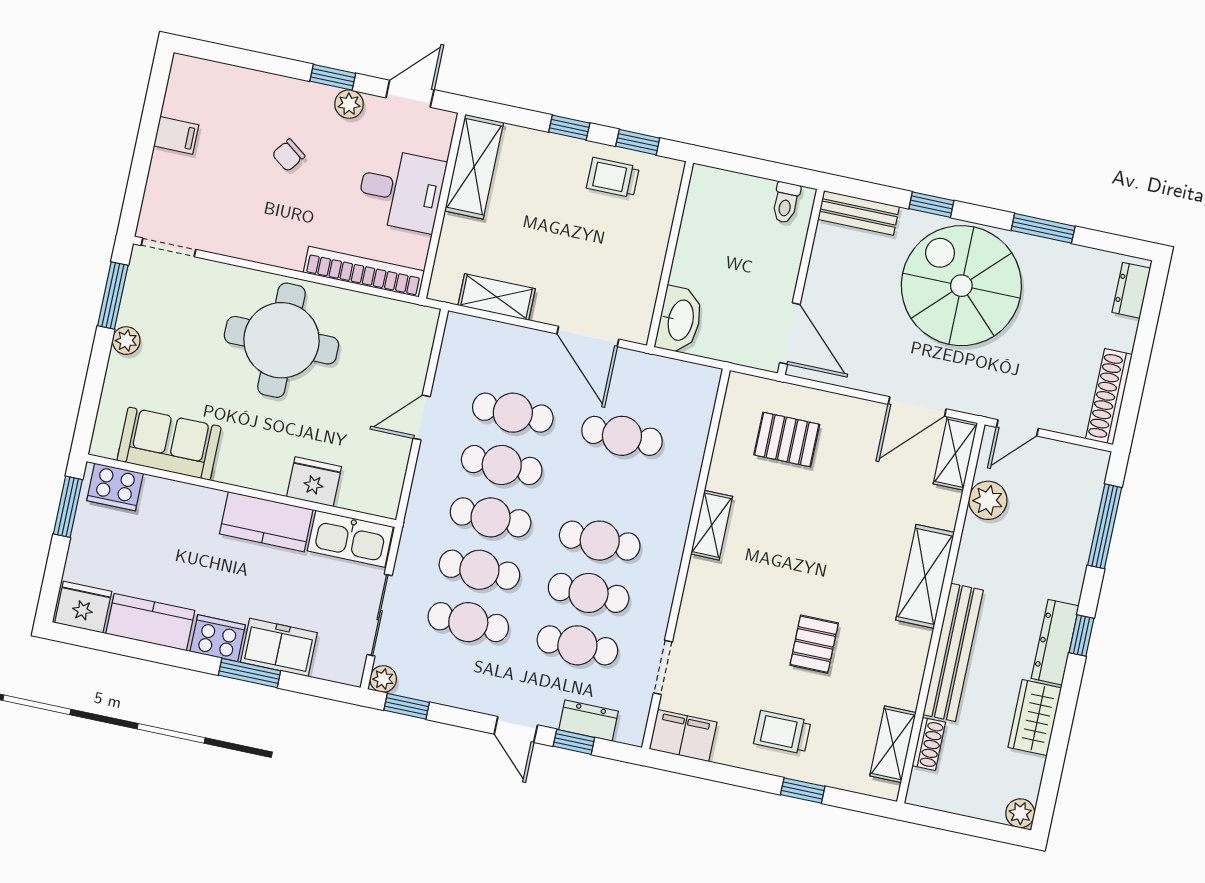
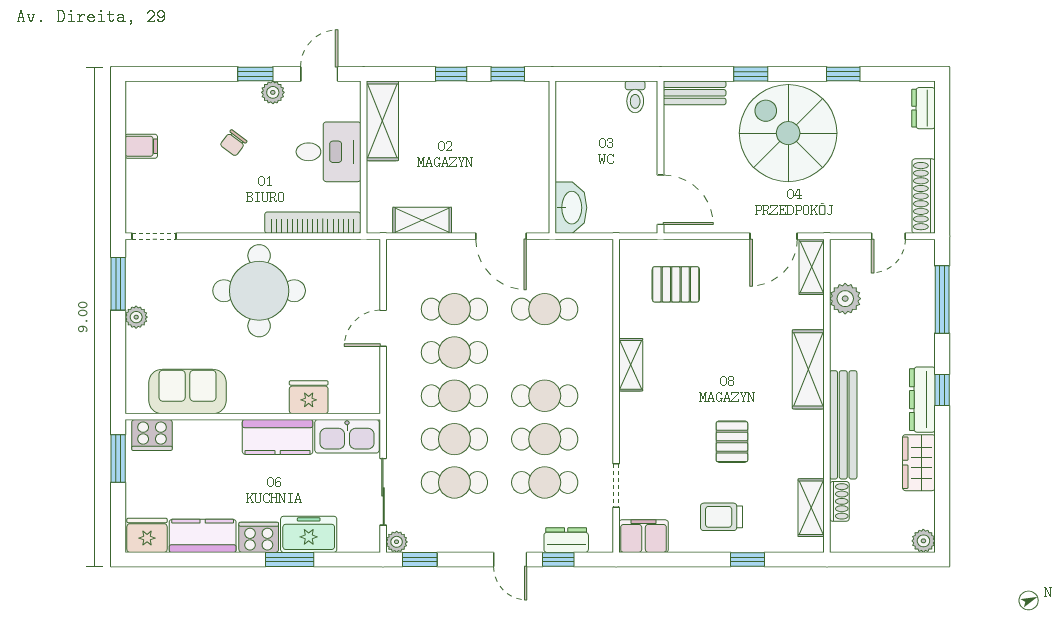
trolley: (613, 178) -> (494, 106), removed
window: (1043, 228) -> (843, 74), width x0.67
door: (1017, 428) -> (888, 236), moved

